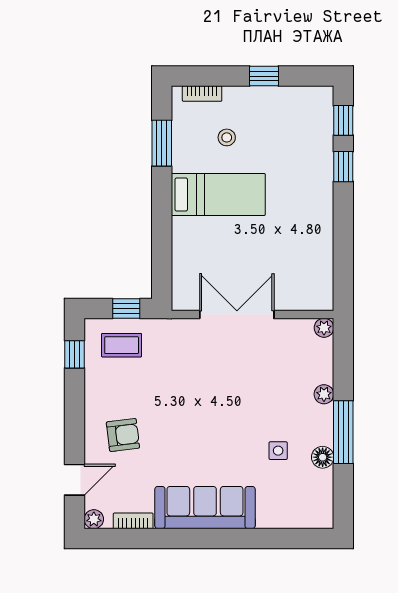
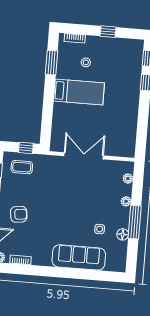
plant: (324, 328) -> (128, 179), moved
sofa: (205, 508) -> (79, 257), moved

